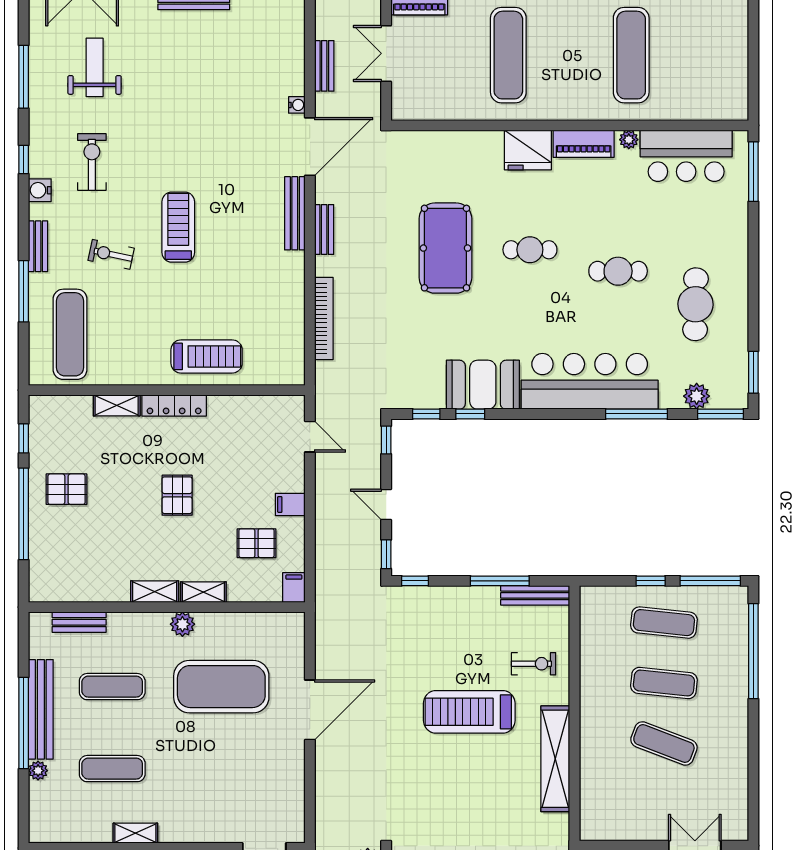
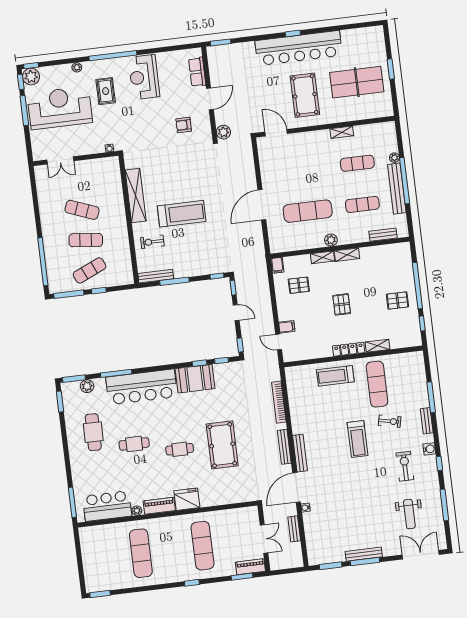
exercise bike: (92, 162) -> (405, 466), turned 180
bench: (324, 230) -> (284, 447), width x1.36
exercise mat: (70, 334) -> (377, 384), moved
filing cabinet: (290, 504) -> (287, 327), moved
exercise mat: (664, 623) -> (89, 270), turned -30
exercise mat: (221, 687) -> (308, 211), width x0.68

